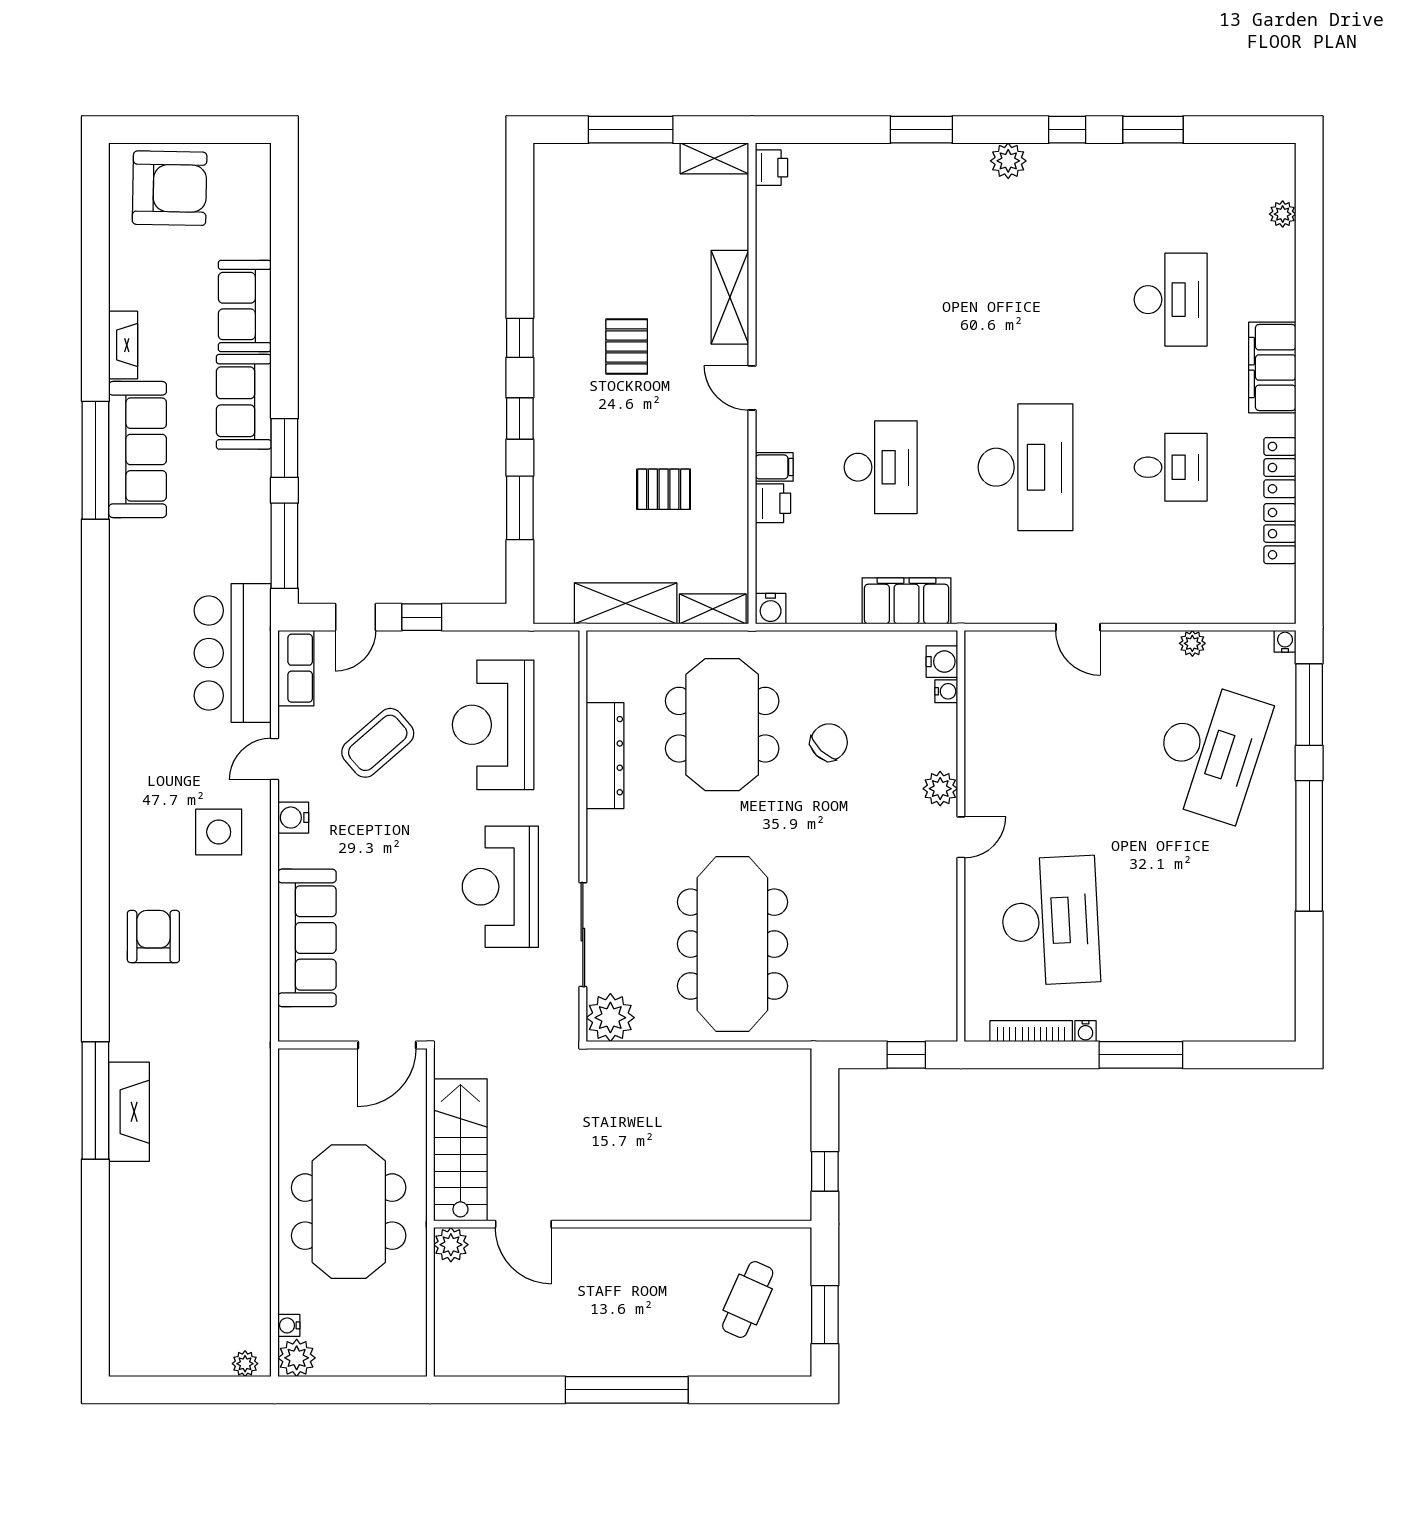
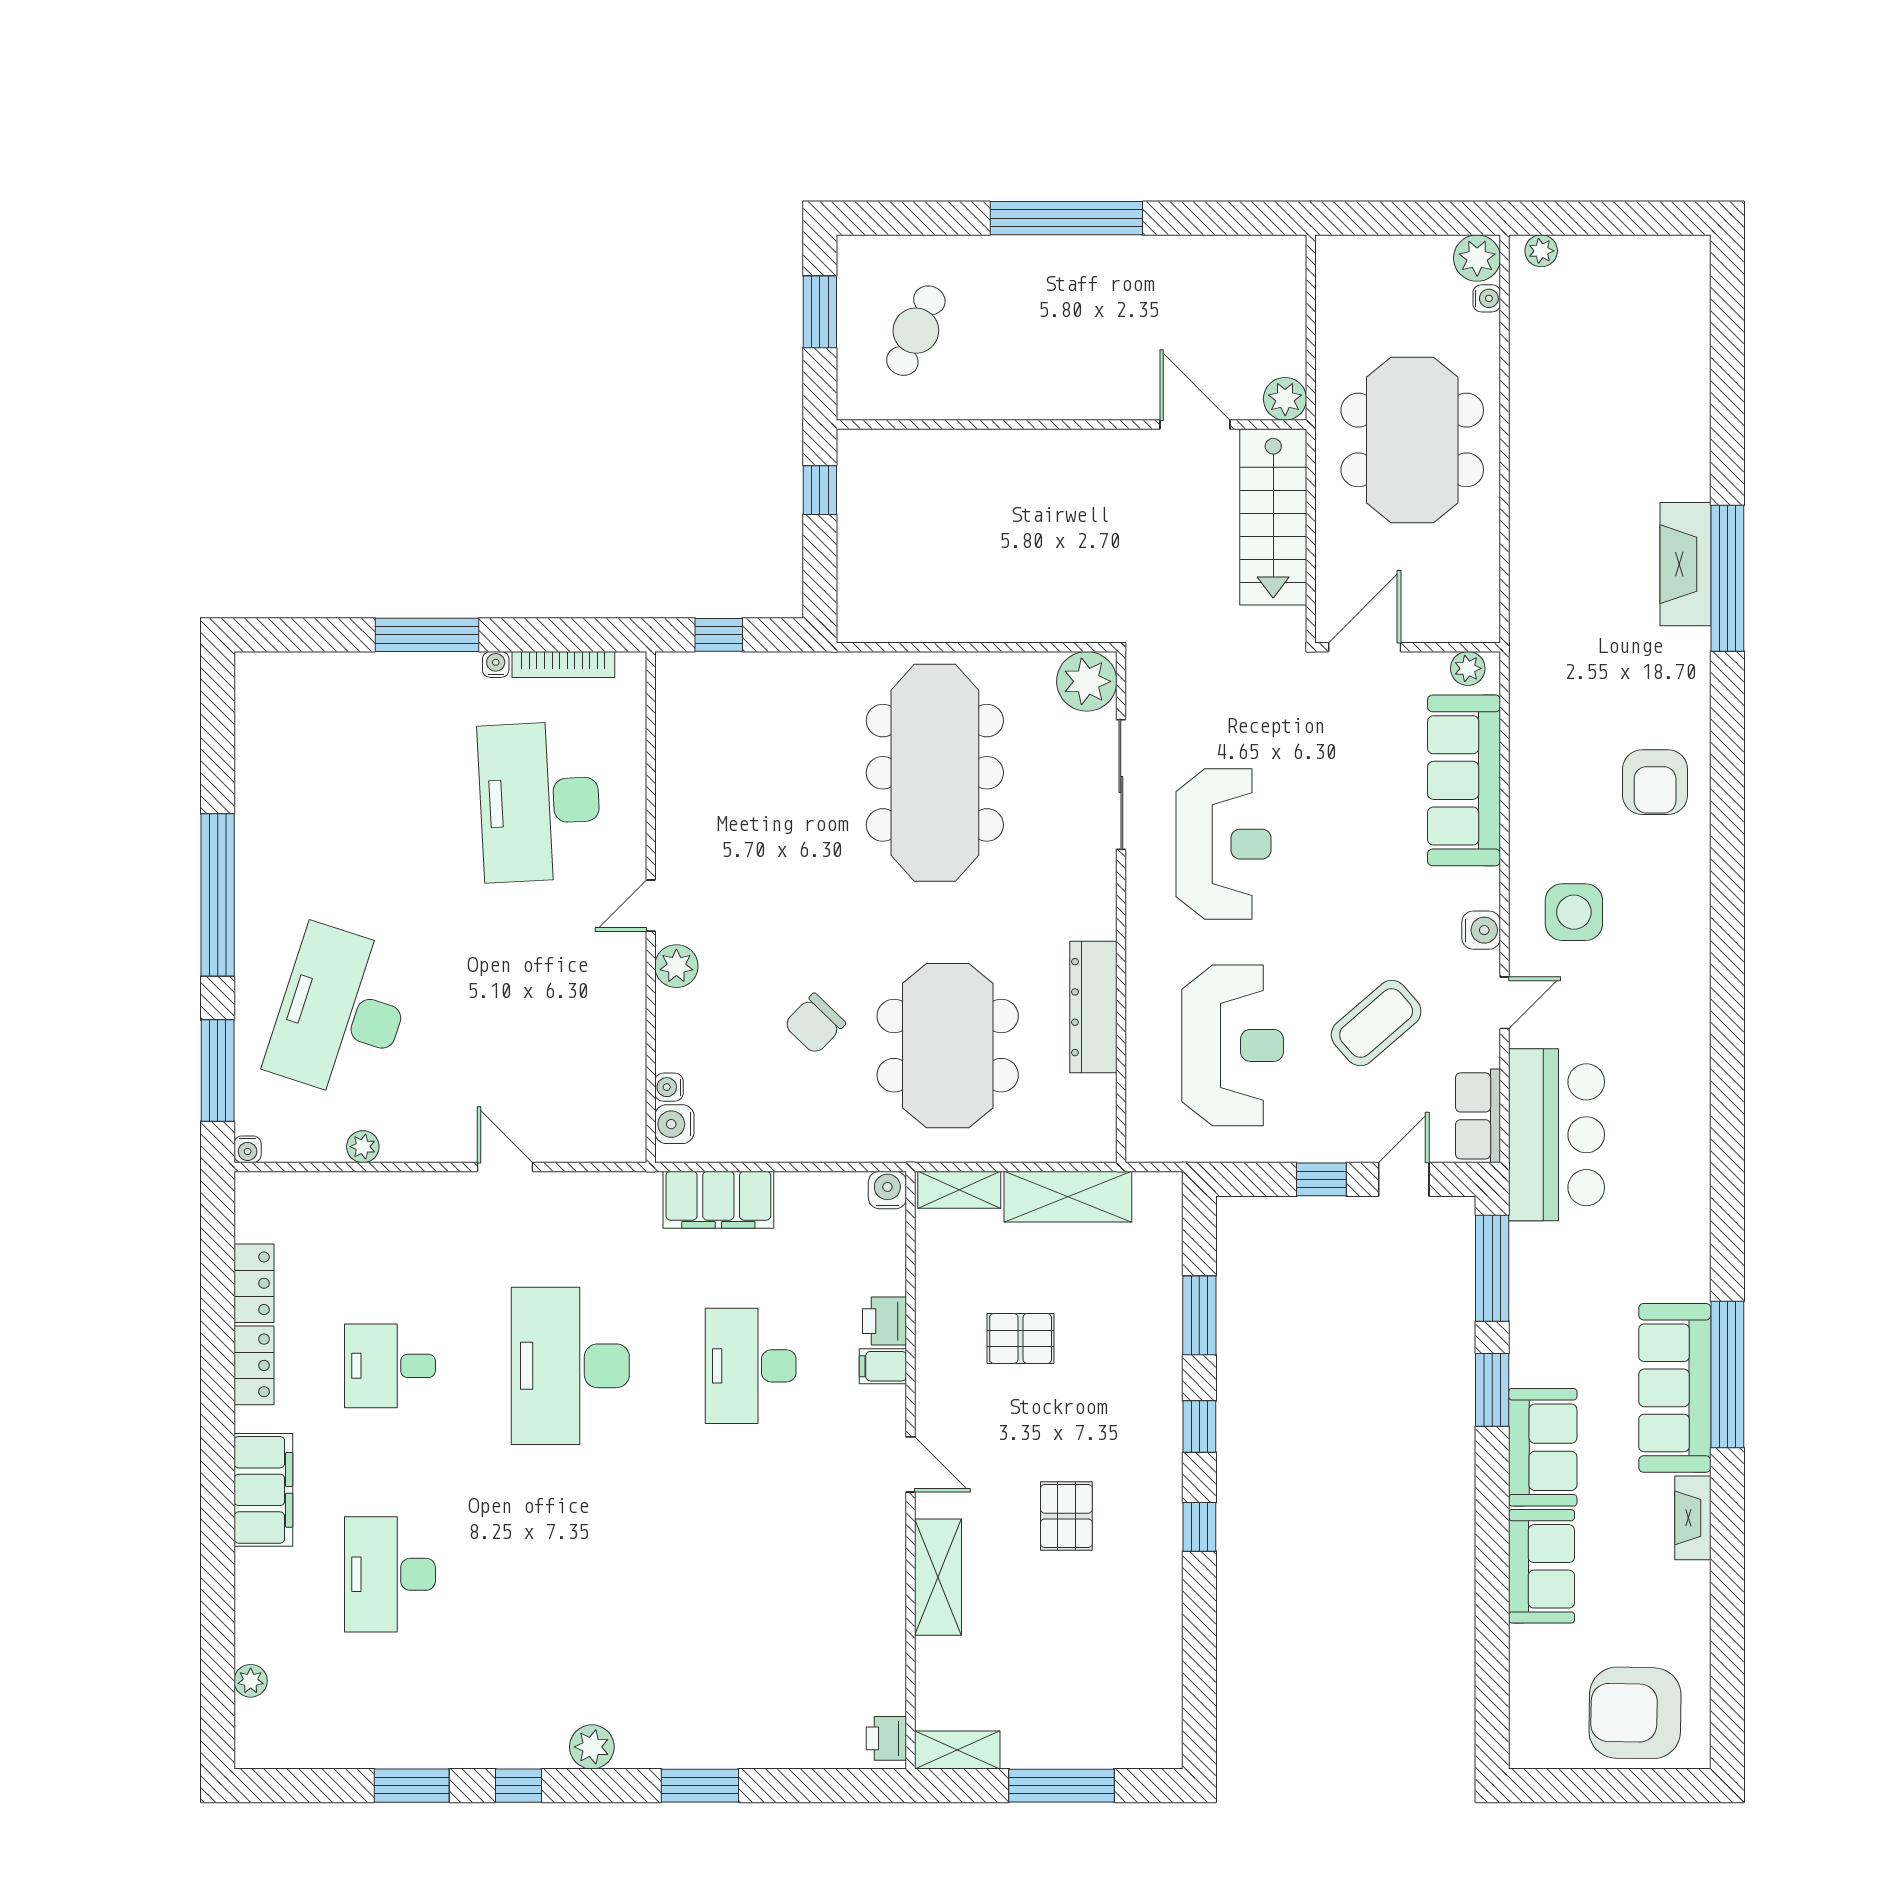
plant: (304, 1028) -> (1468, 668), added

